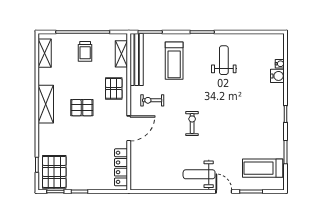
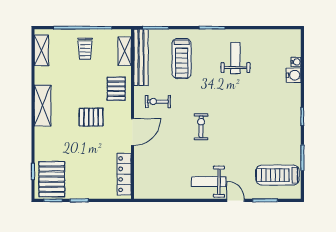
pallet: (82, 108) -> (91, 117), moved

